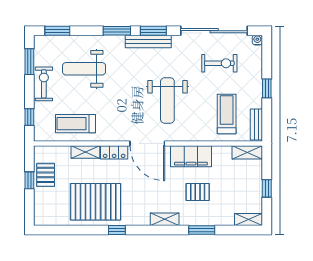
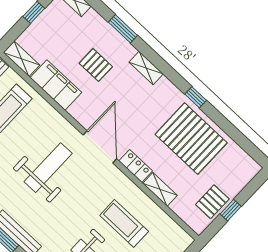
treadmill: (76, 124) -> (124, 223), moved, turned 180
filing cabinet: (191, 156) -> (56, 85), moved

